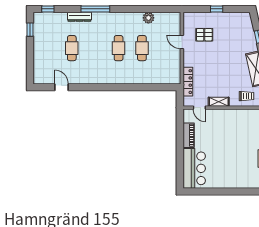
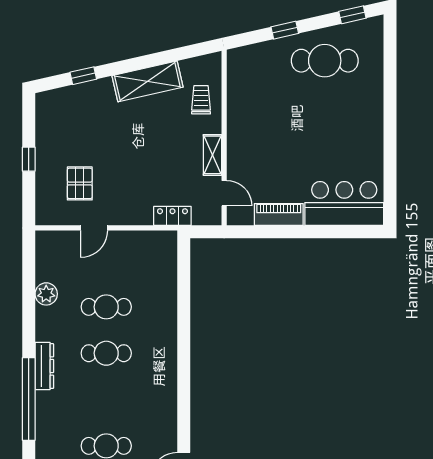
window: (95, 9) -> (29, 399), width x1.46
dresser: (79, 17) -> (44, 366), moved
locker: (188, 82) -> (172, 216), width x0.66
door: (199, 108) -> (224, 193), hinge flipped

